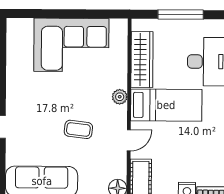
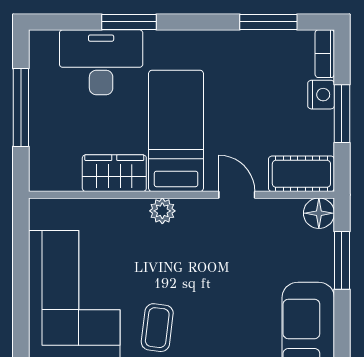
wardrobe: (142, 60) -> (114, 173), width x0.67
coffee table: (78, 129) -> (157, 328), moved

